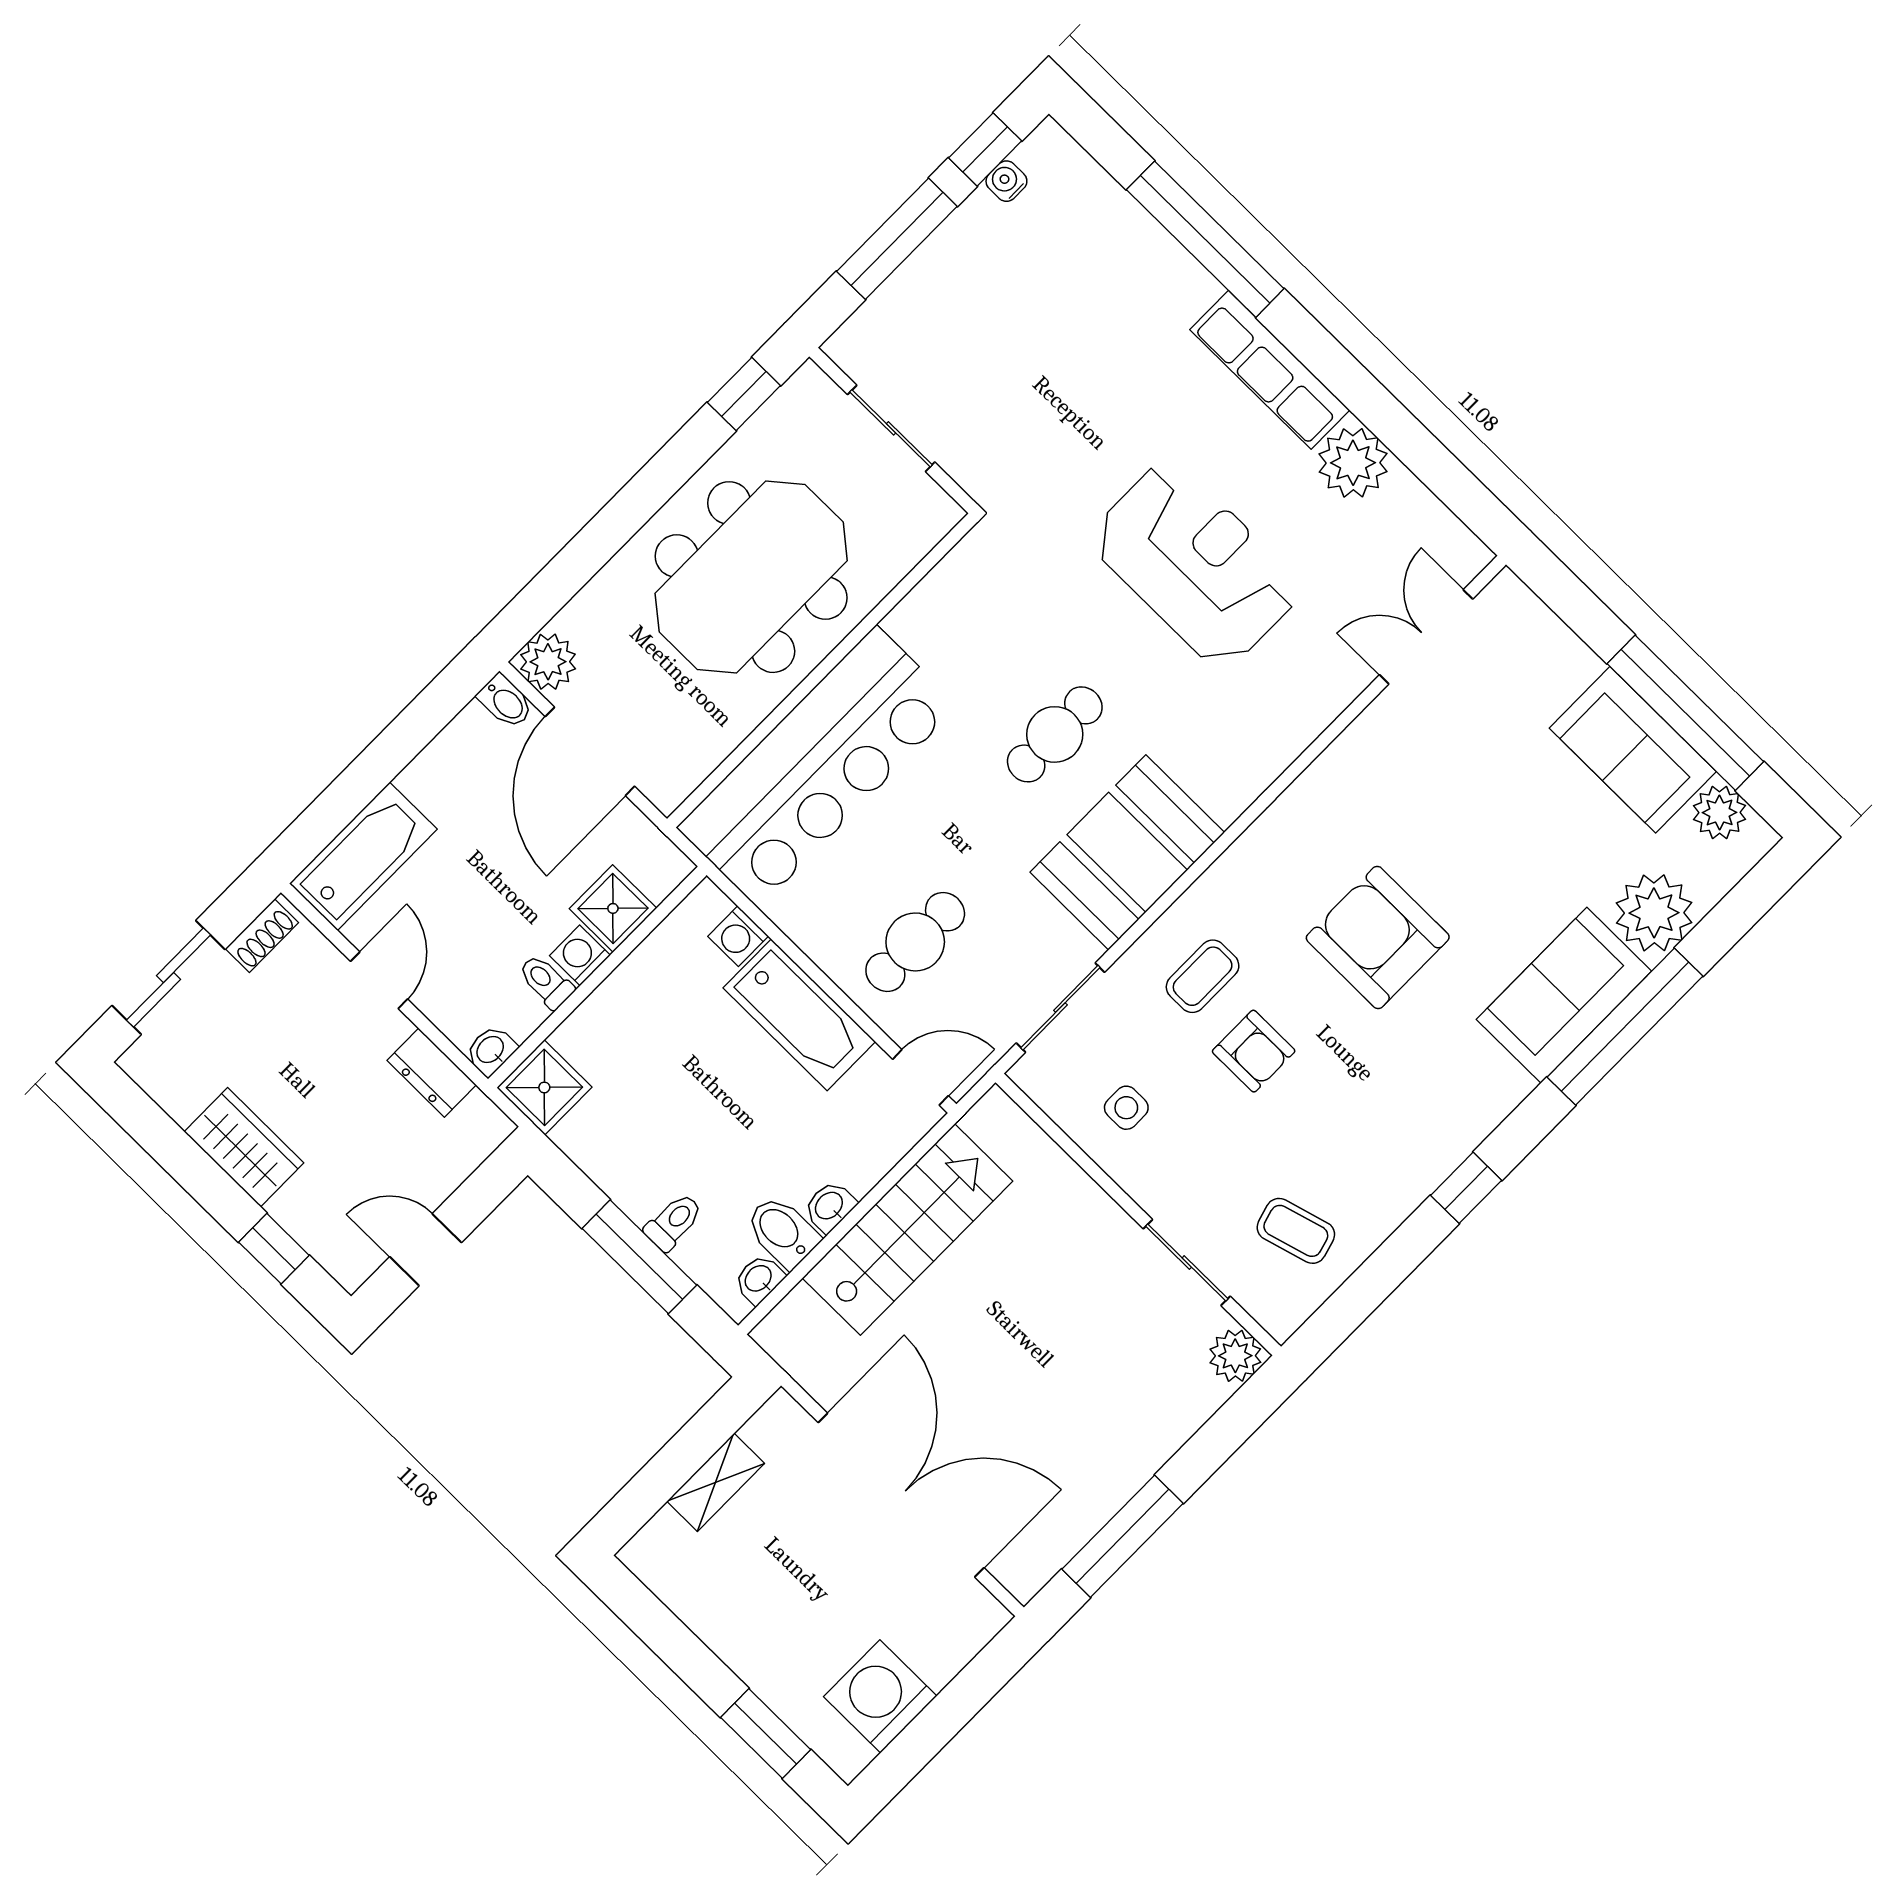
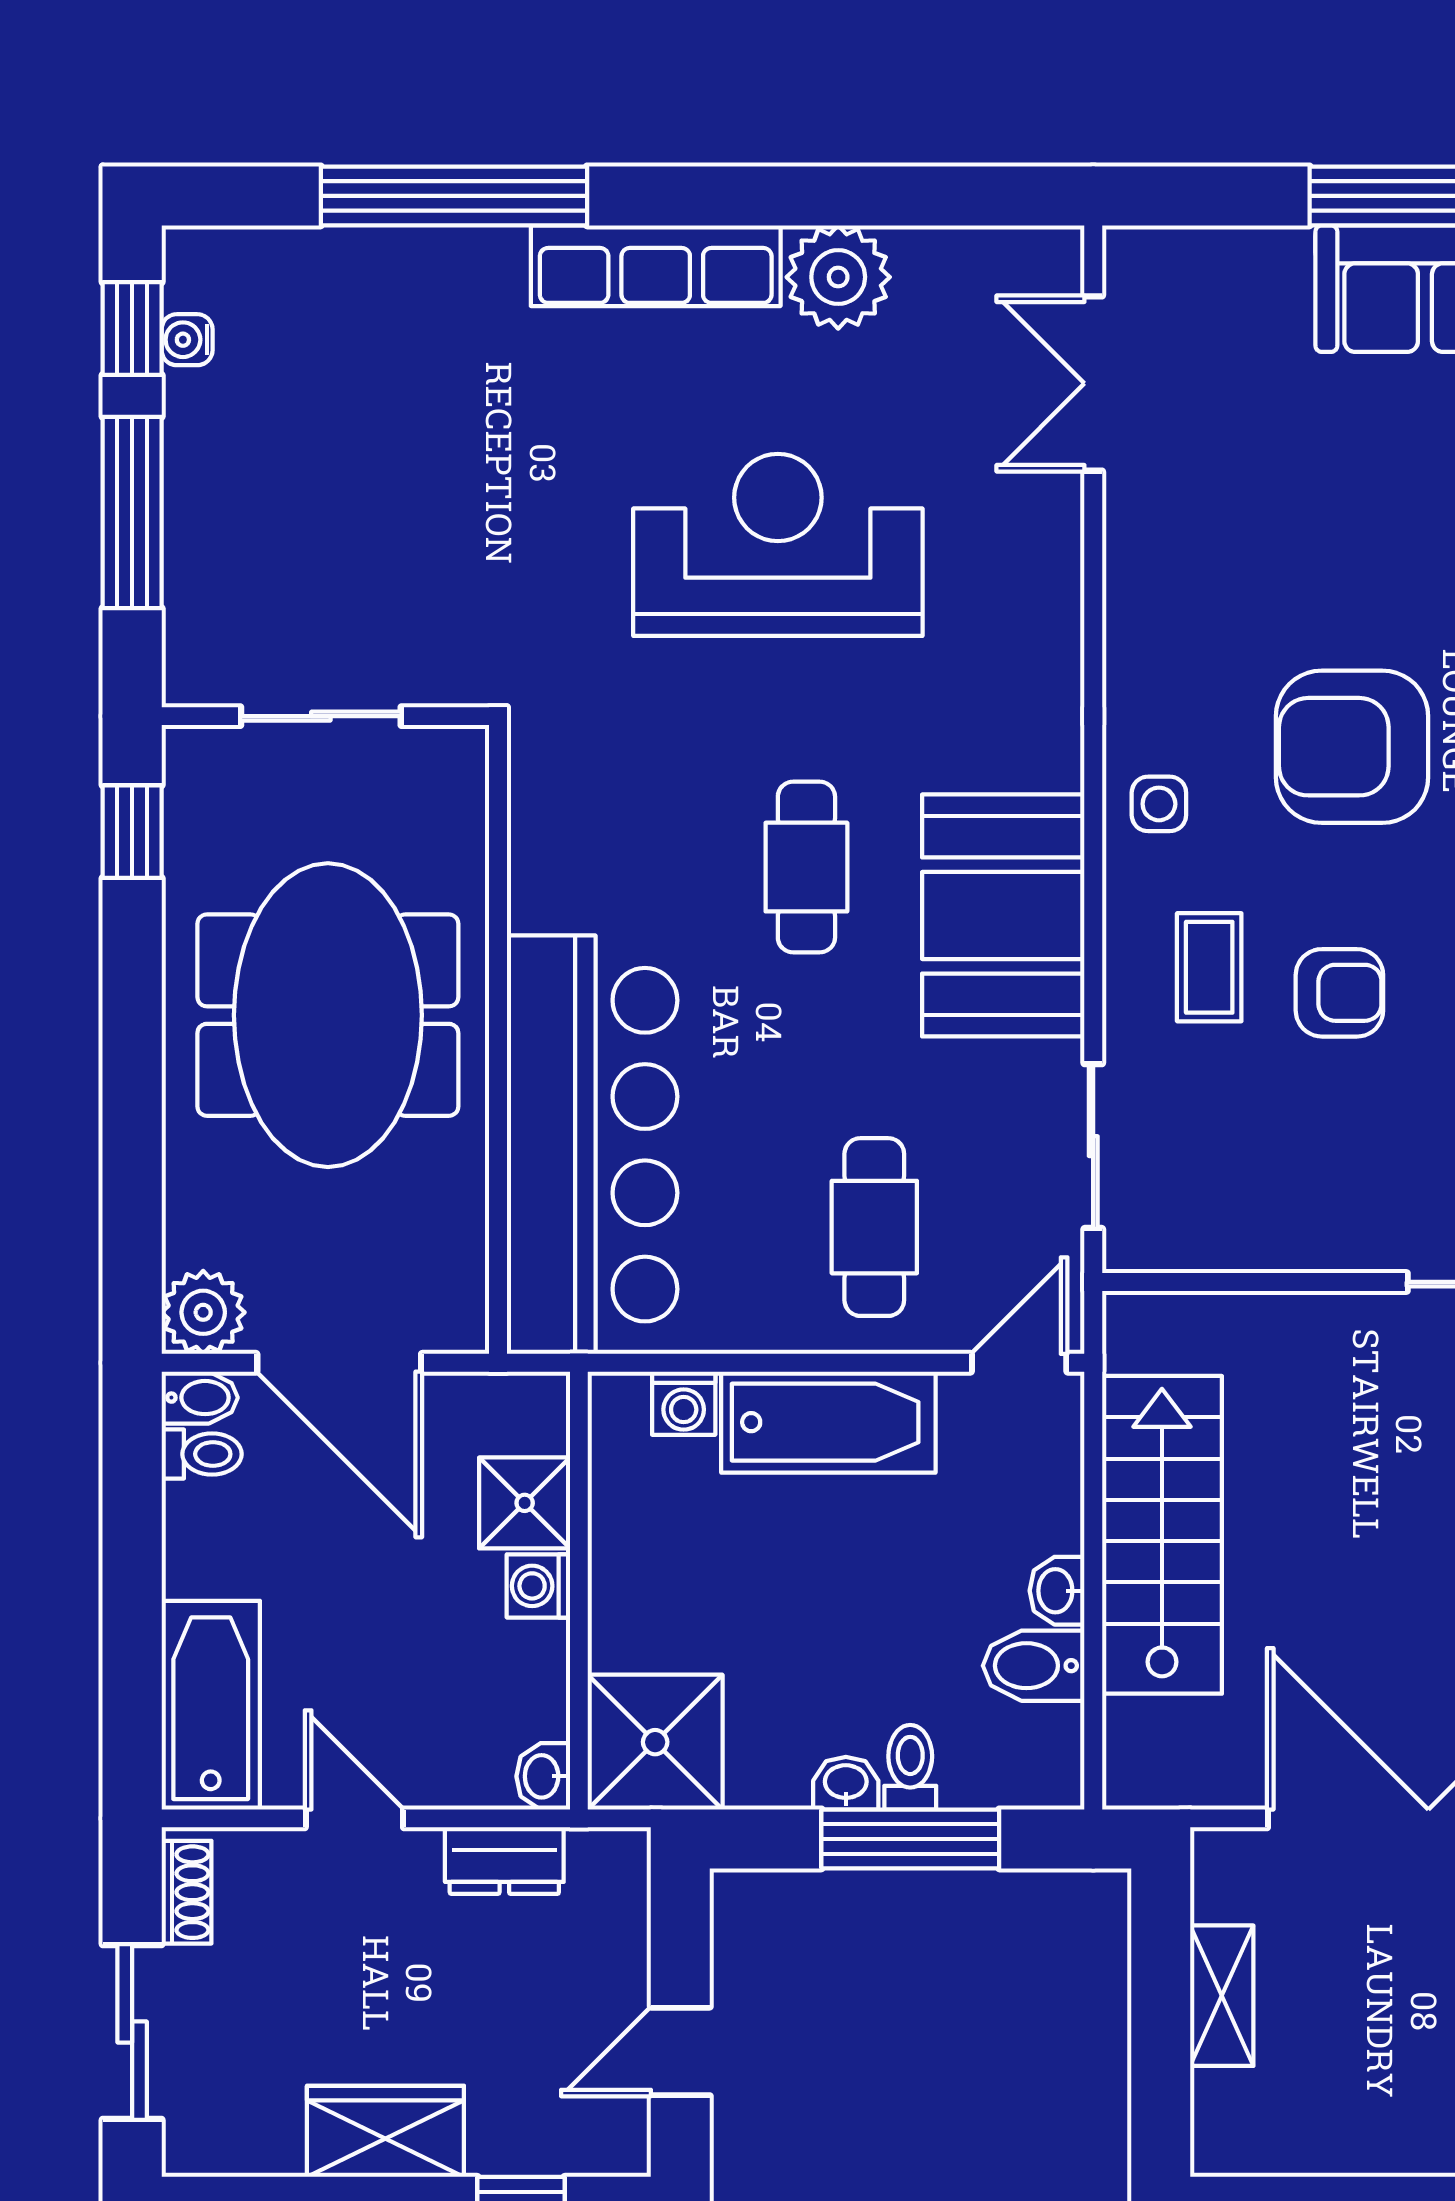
toilet: (546, 982) -> (202, 1454), moved, turned 180
shower: (544, 1087) -> (655, 1742), width x1.36, depth x1.36
side table: (1126, 1108) -> (1159, 804), moved
washbasin: (759, 1279) -> (846, 1783), moved, turned 90

